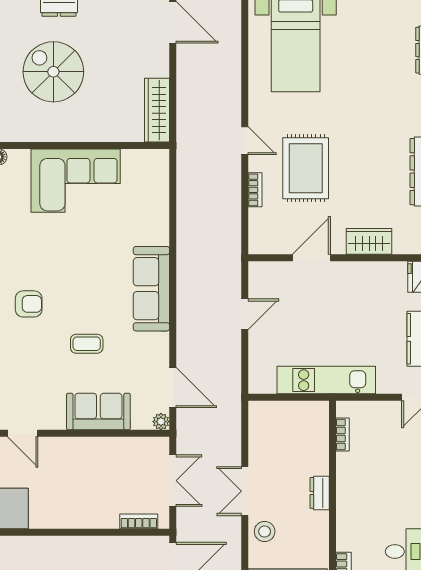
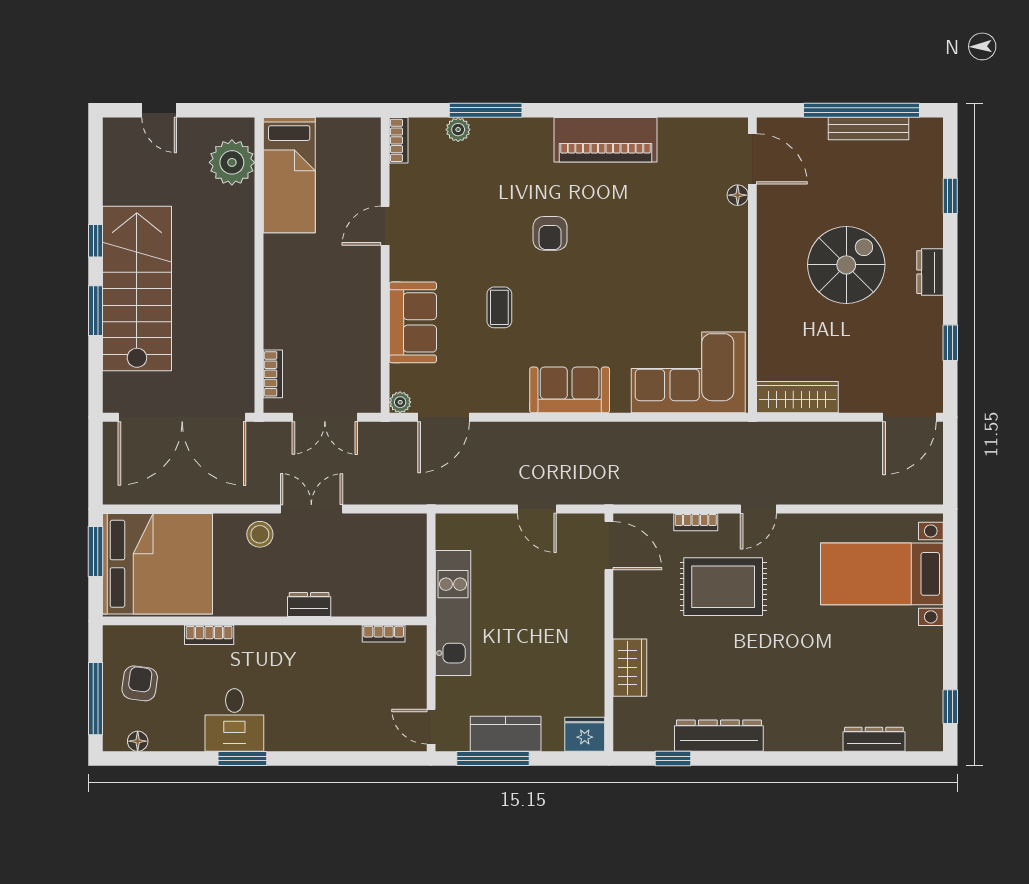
corner sofa: (76, 181) -> (688, 372), moved, turned 90
door: (311, 258) -> (609, 546), moved
sofa: (151, 289) -> (570, 390), width x0.73

